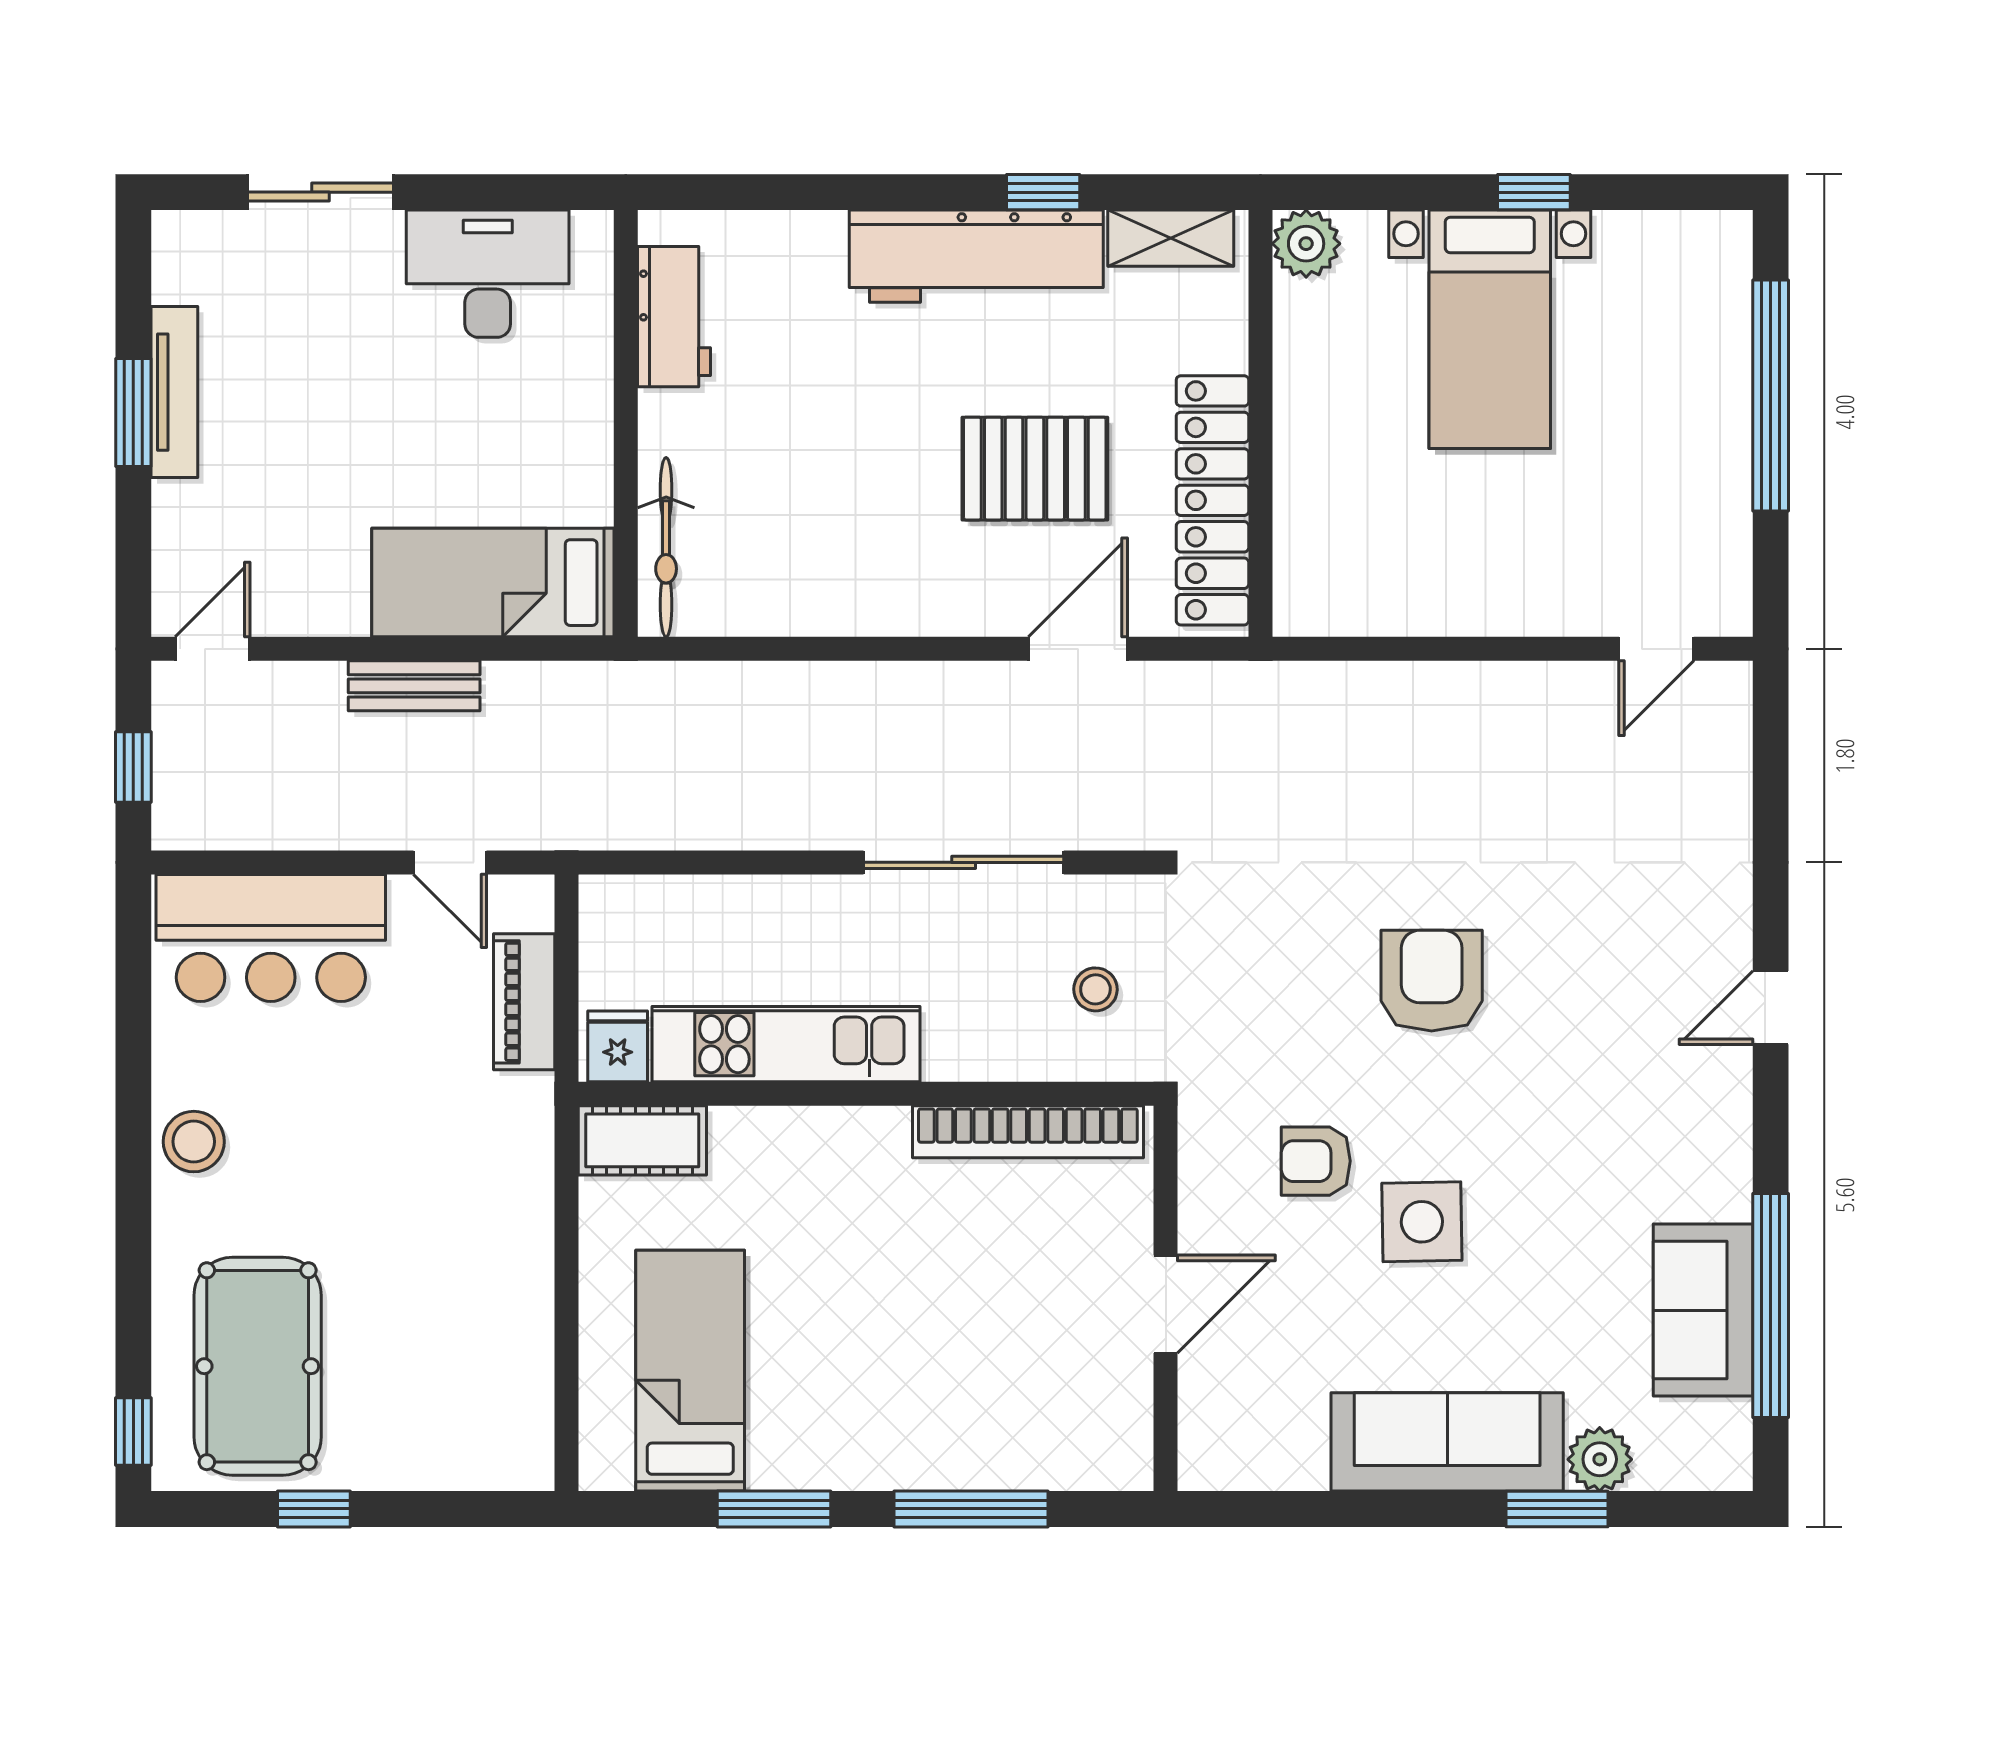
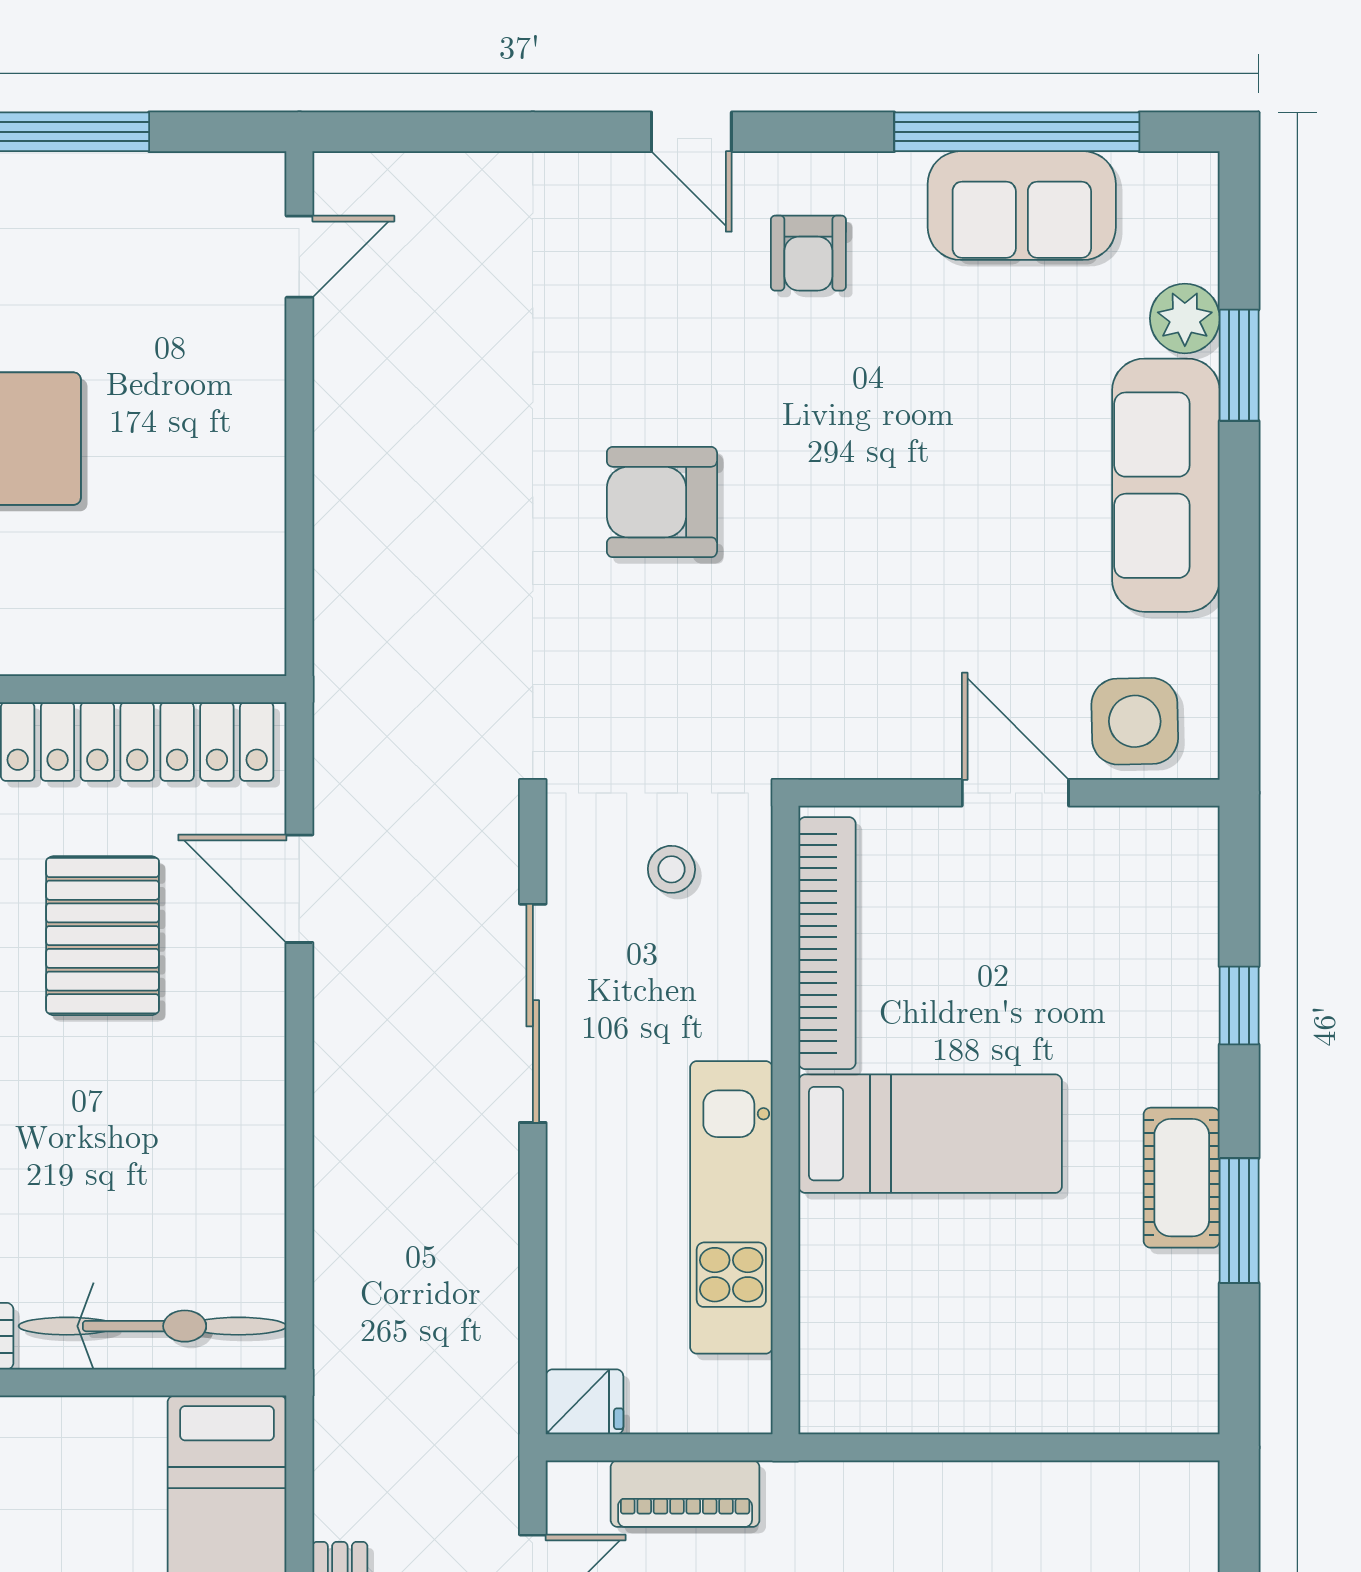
bicycle: (666, 547) -> (153, 1326), width x1.37, depth x1.40
door: (1656, 649) -> (299, 257), hinge flipped
fridge: (618, 1046) -> (585, 1402), moved, turned 180
cot: (642, 1140) -> (1182, 1178), moved
armchair: (1316, 1161) -> (808, 253), moved
side table: (1422, 1222) -> (1135, 721), moved
bed: (690, 1371) -> (930, 1134), moved, turned 180
window: (971, 1509) -> (1239, 1005), width x0.46

